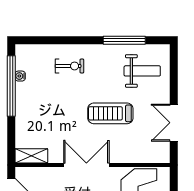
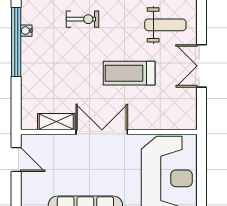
double door: (174, 123) -> (201, 66), moved
shelving: (31, 156) -> (56, 122), moved

